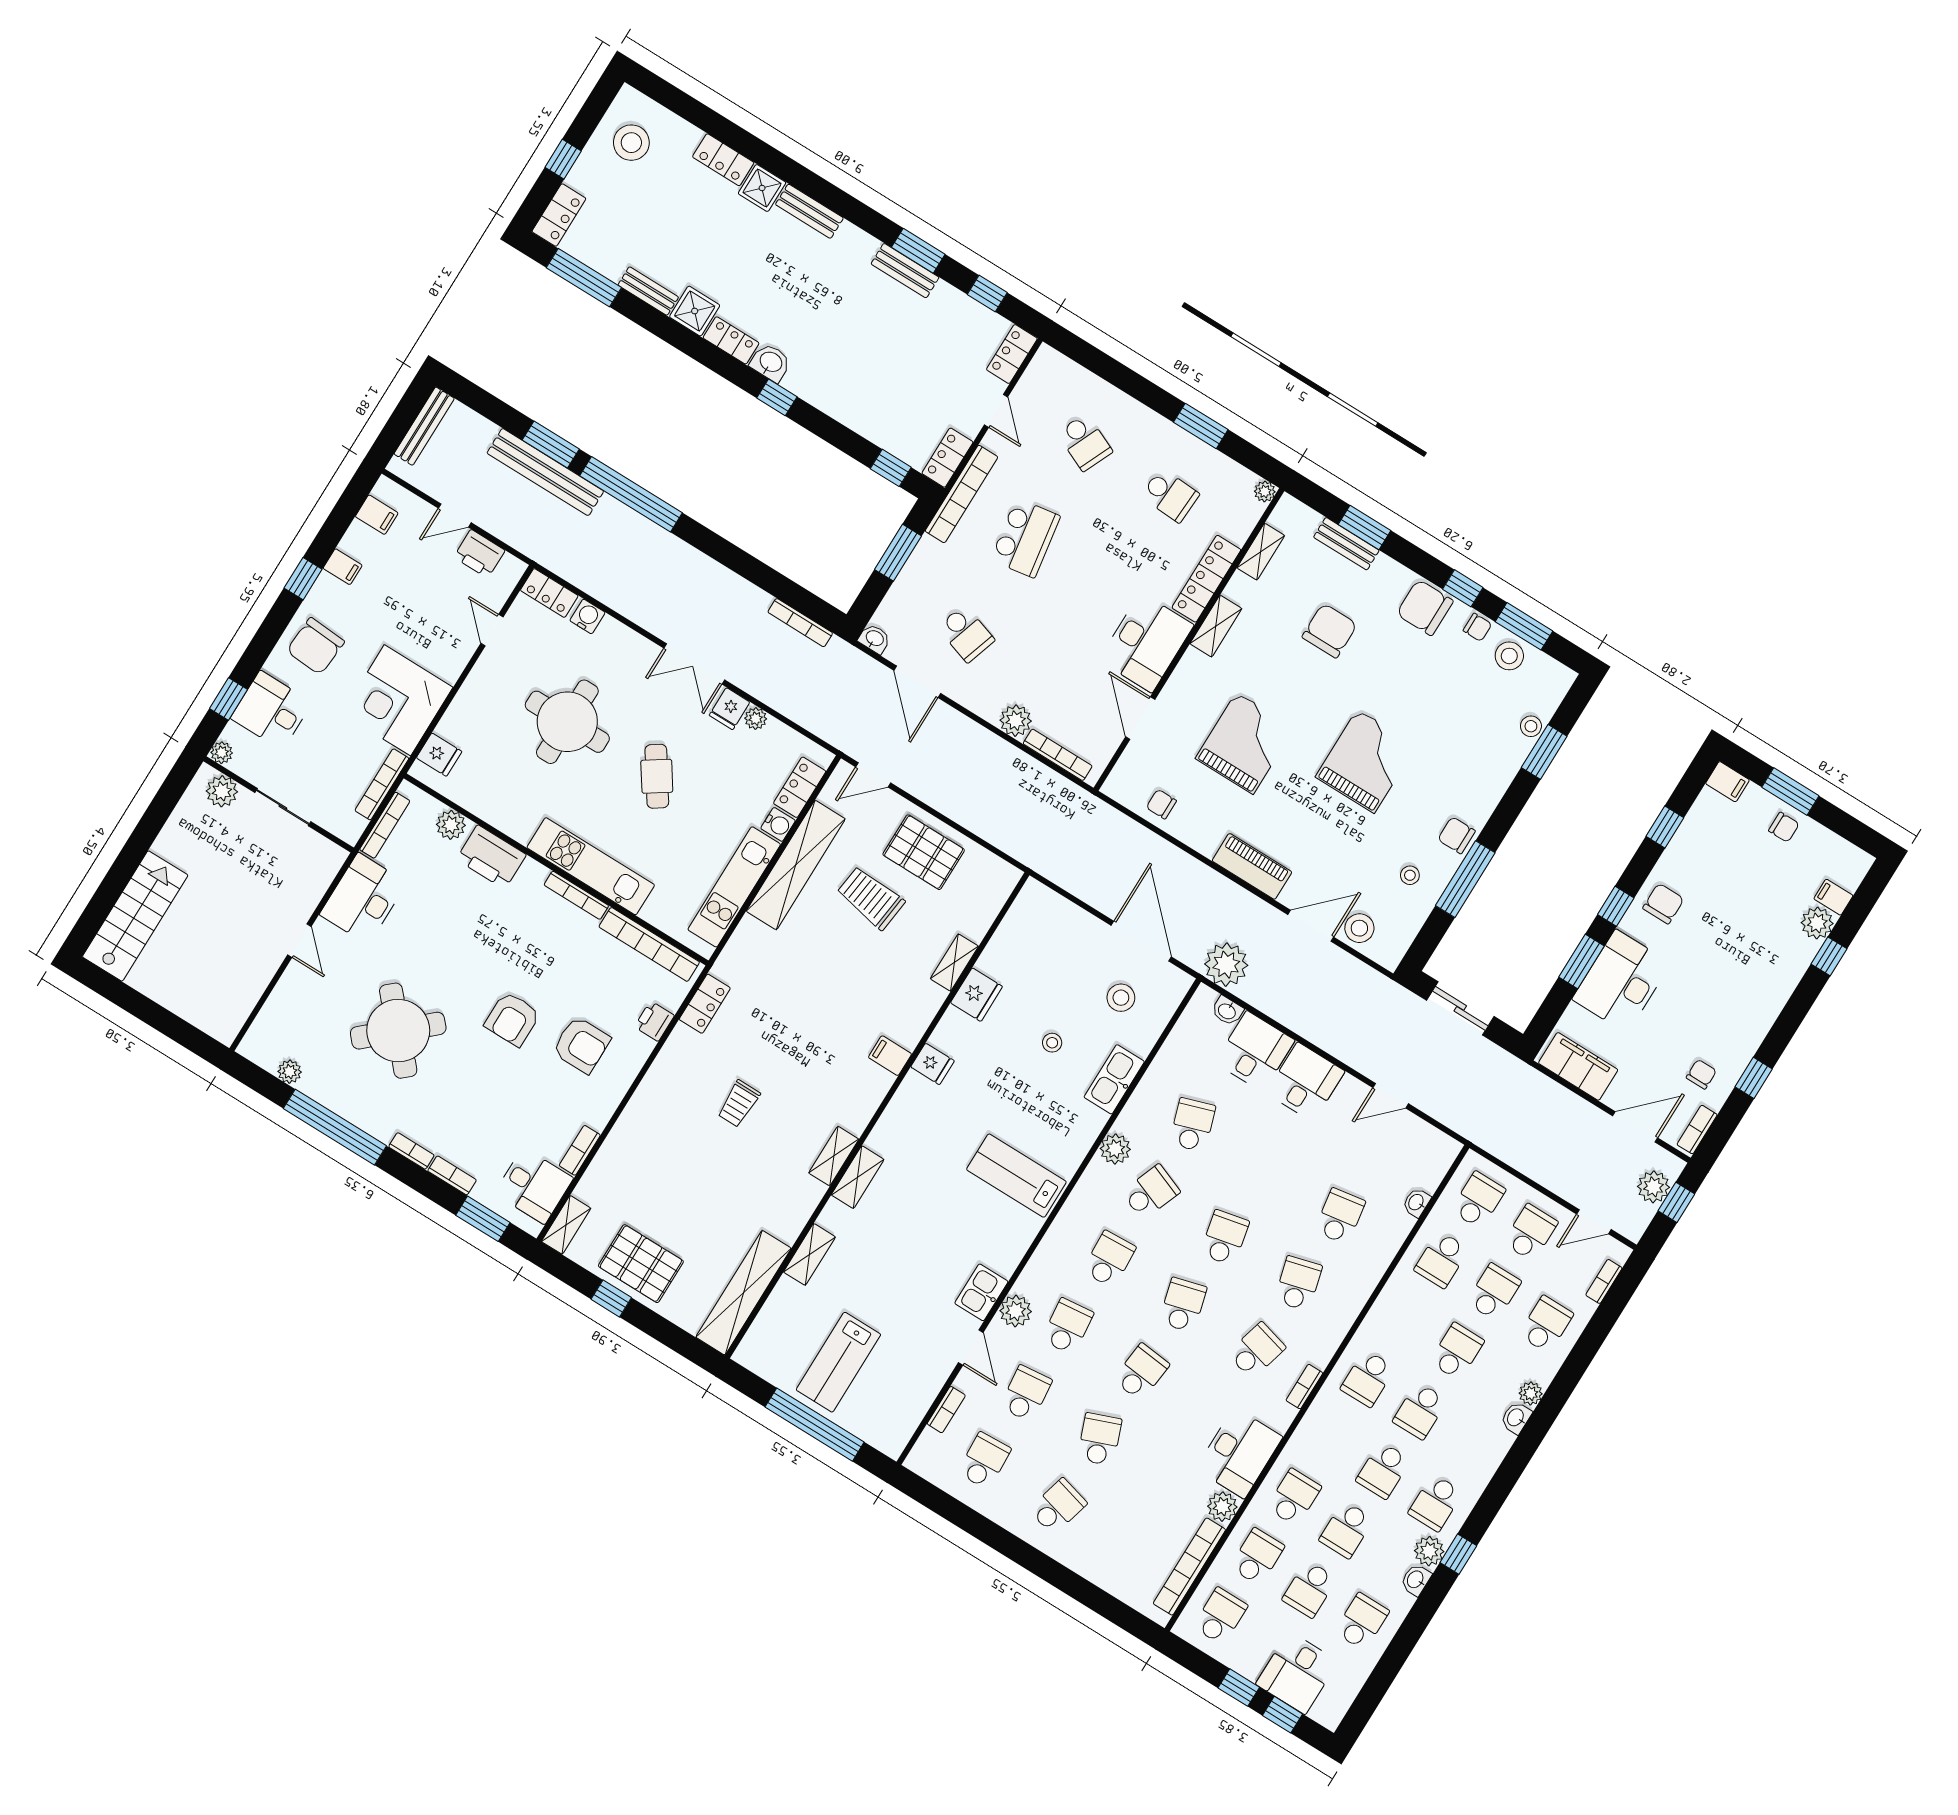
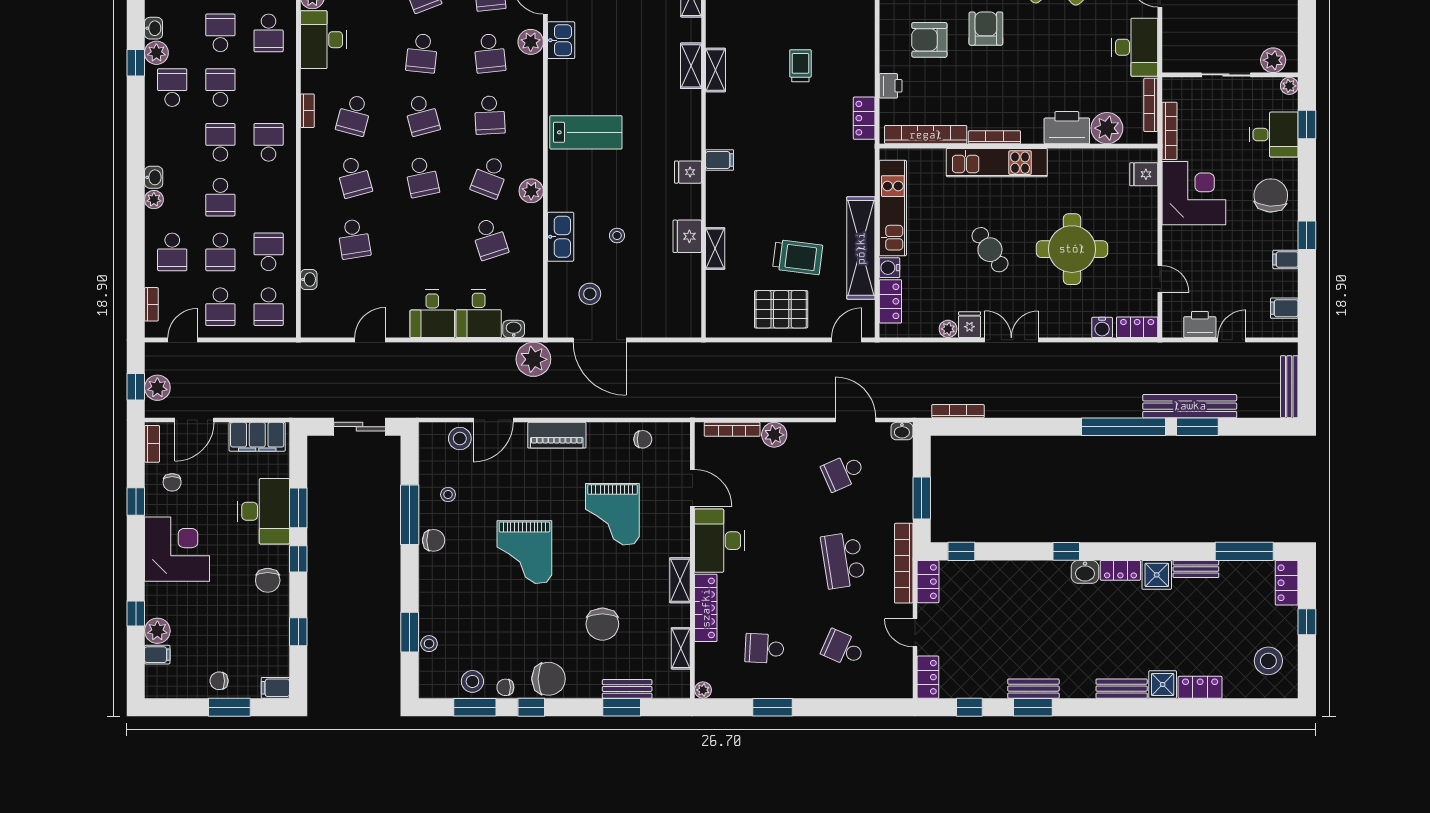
school desk: (966, 634) -> (843, 472), turned -42
plant: (451, 825) -> (1107, 128), width x1.36, depth x1.36
corner desk: (1741, 998) -> (177, 549), added

